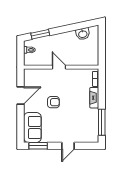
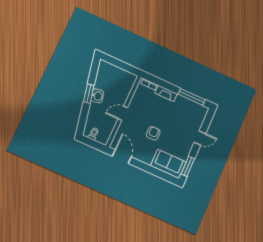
window: (40, 34) -> (89, 94), moved
washbasin: (83, 34) -> (97, 96), moved
door: (21, 96) -> (122, 157), moved
door: (68, 146) -> (200, 138), hinge flipped

